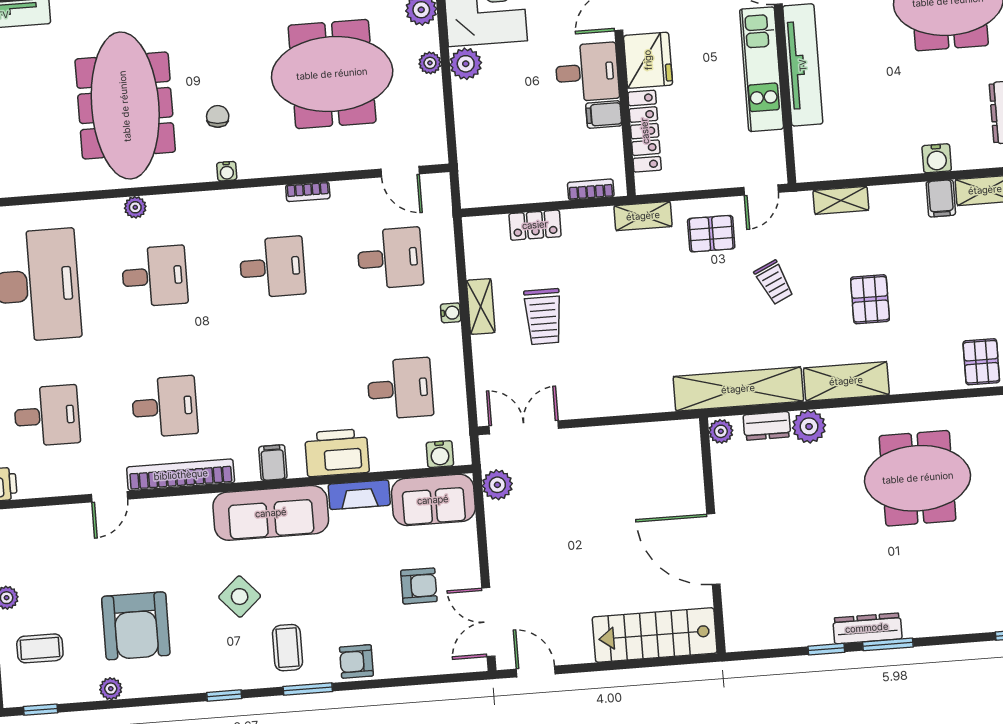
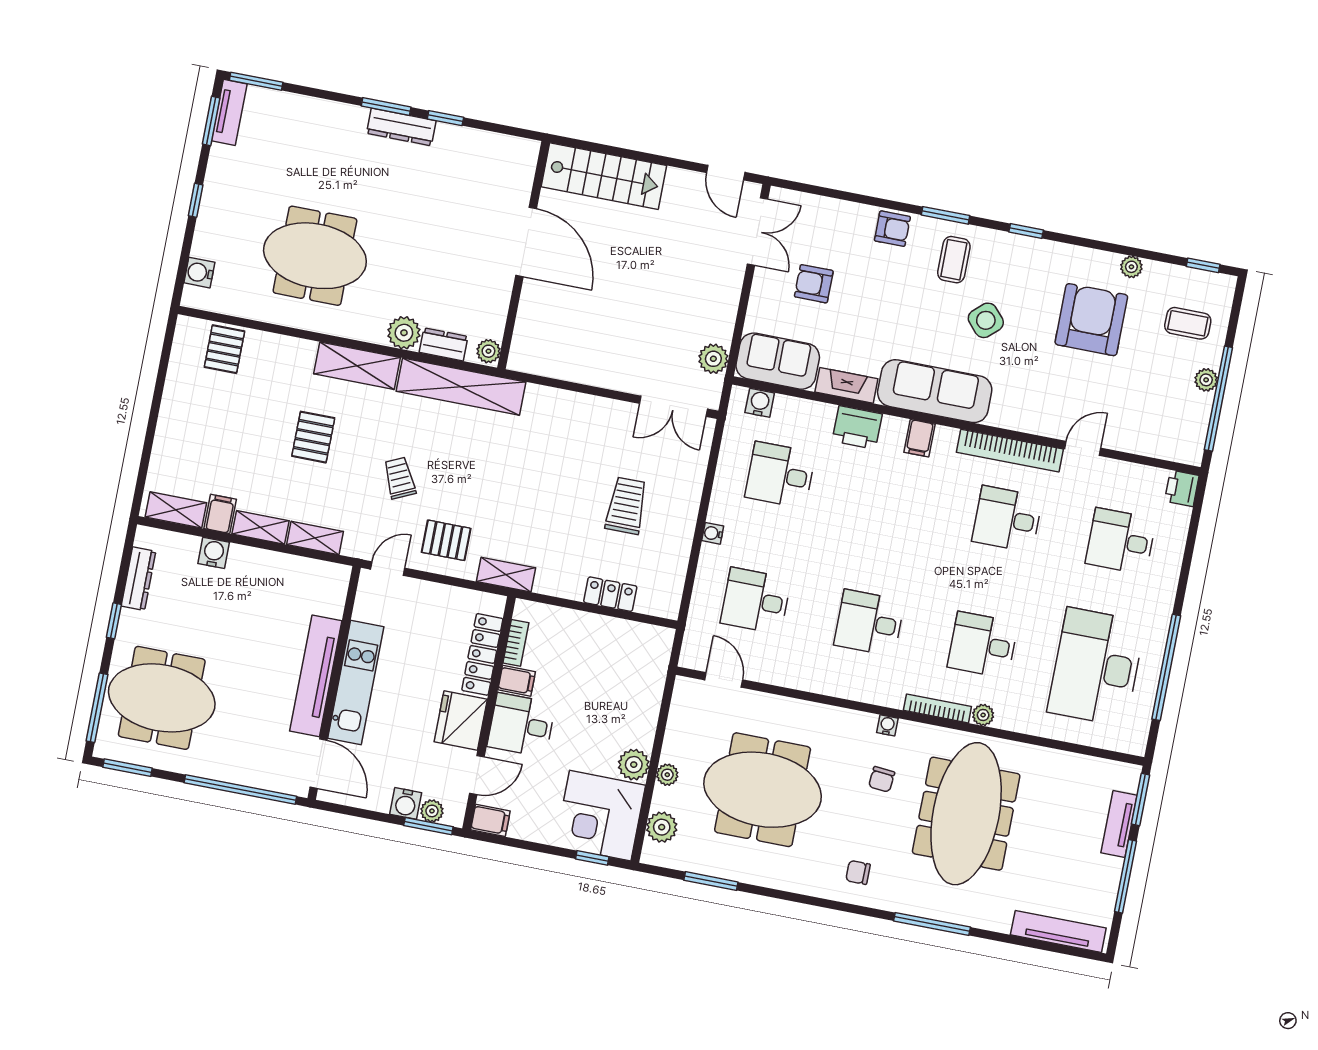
chair: (216, 18) -> (858, 872), added
bookcase: (591, 190) -> (516, 643), moved, turned -90
bookcase: (308, 192) -> (937, 708), moved, width x1.56
shelving: (481, 306) -> (261, 527), moved, turned 90
printer: (337, 453) -> (857, 427), width x0.73, depth x0.84

